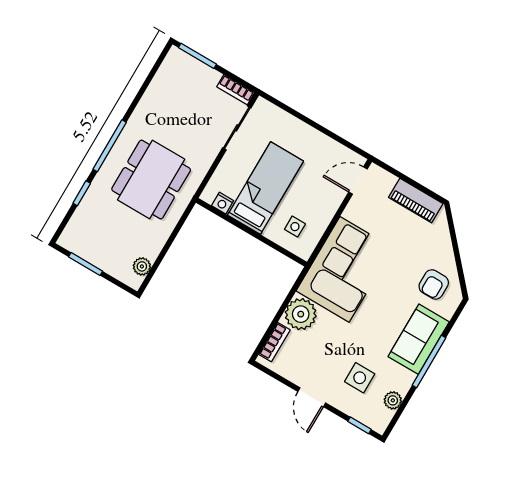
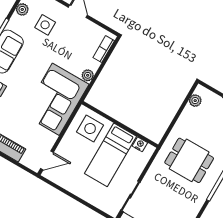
dining table: (151, 179) -> (189, 160), width x0.73
side table: (295, 227) -> (90, 129), width x1.87, depth x1.87
plant: (301, 314) -> (88, 75), width x0.53, depth x0.53

